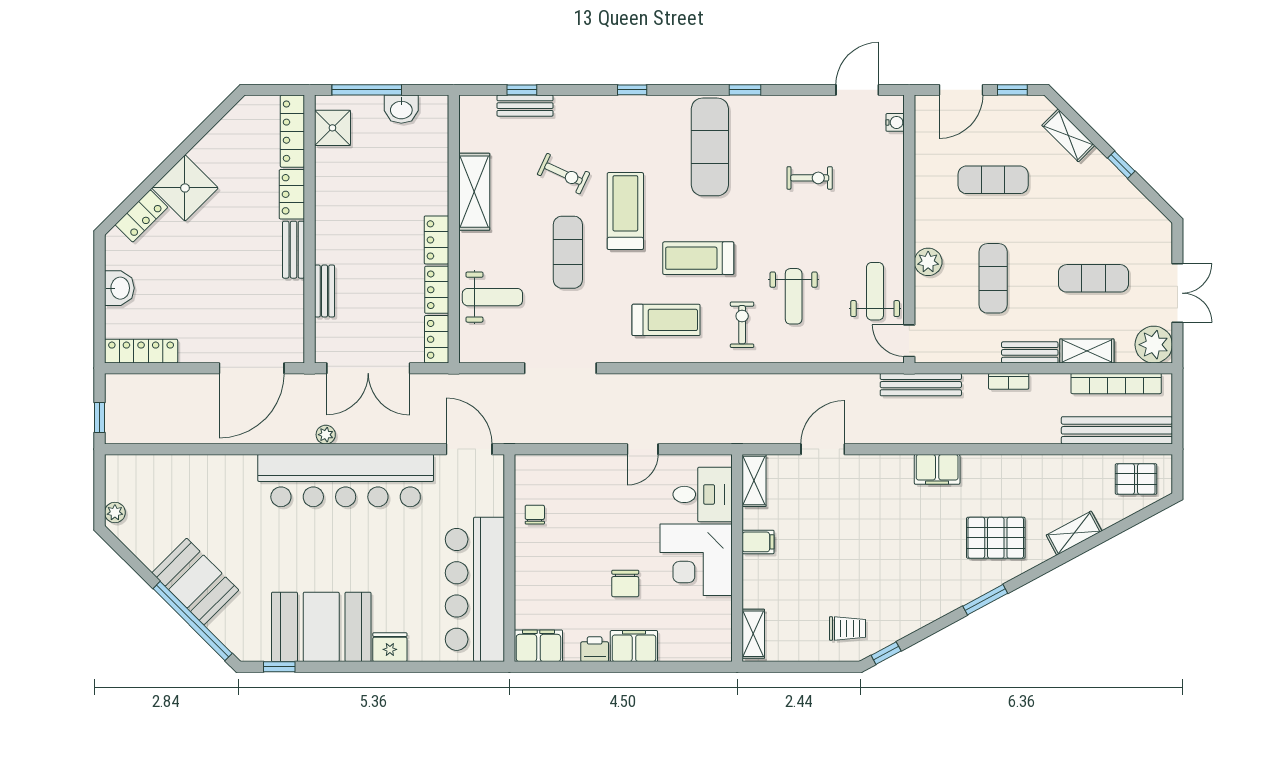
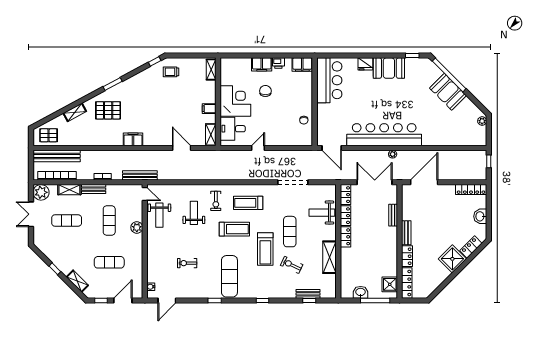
door: (823, 449) -> (182, 148), swing flipped
bar counter: (475, 589) -> (329, 80), width x0.73
booth: (321, 627) -> (389, 68), width x0.73, depth x0.70

